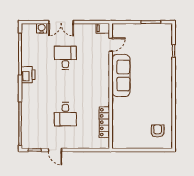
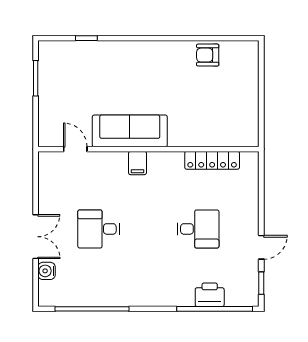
filing cabinet: (103, 28) -> (137, 163), moved
printer: (28, 75) -> (210, 295), moved
armchair: (158, 131) -> (208, 55), moved

